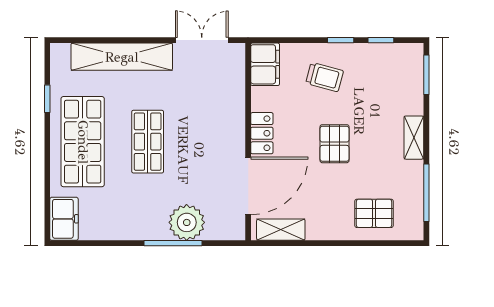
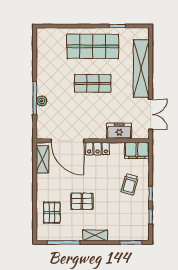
pallet: (335, 144) -> (82, 201), moved
freezer: (64, 219) -> (119, 131), moved, turned 180
plant: (187, 222) -> (42, 101), width x0.53, depth x0.53

